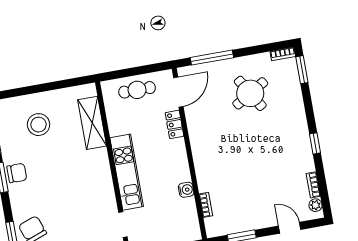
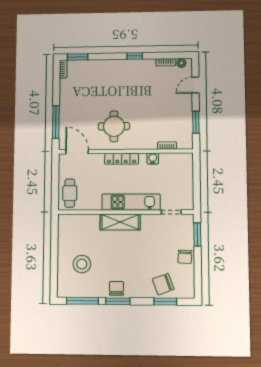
cafe table: (137, 90) -> (70, 193), moved
round table: (250, 93) -> (114, 126), moved, turned 31
shelving: (92, 123) -> (120, 222), moved
locker: (174, 124) -> (122, 159), moved, width x1.53

